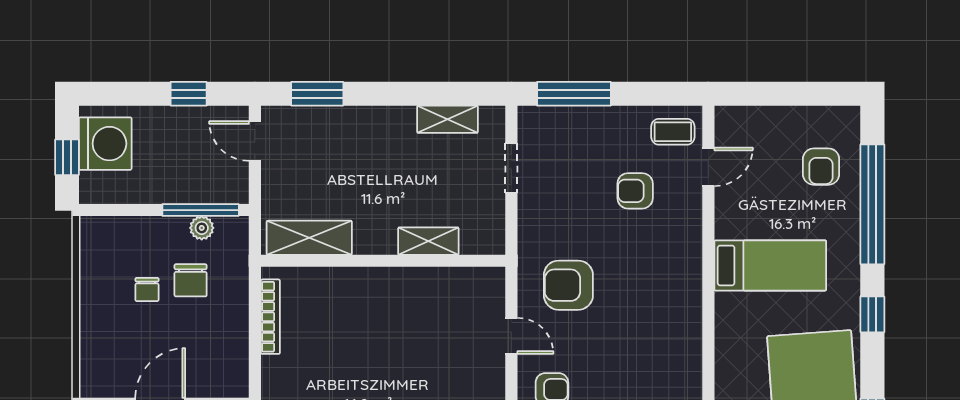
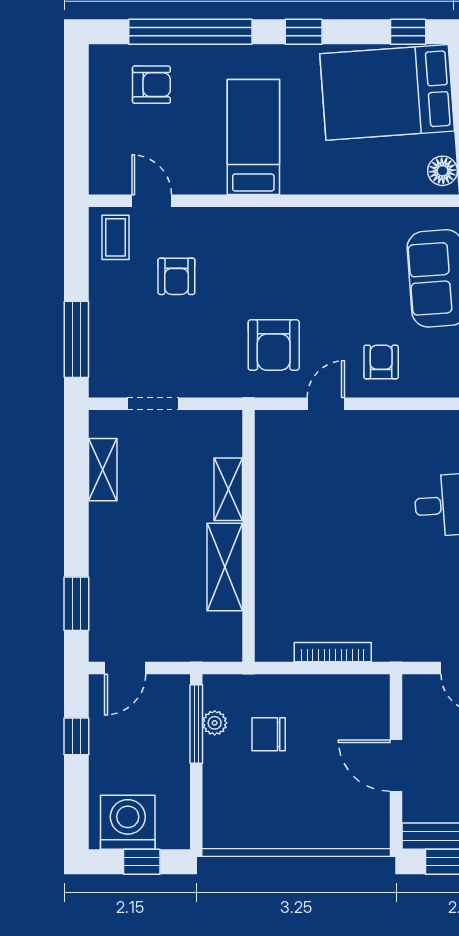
shelving: (309, 238) -> (225, 567), moved
chair: (191, 280) -> (269, 734), turned 180
chair: (147, 290) -> (278, 779), removed
bookcase: (270, 317) -> (333, 652), moved

